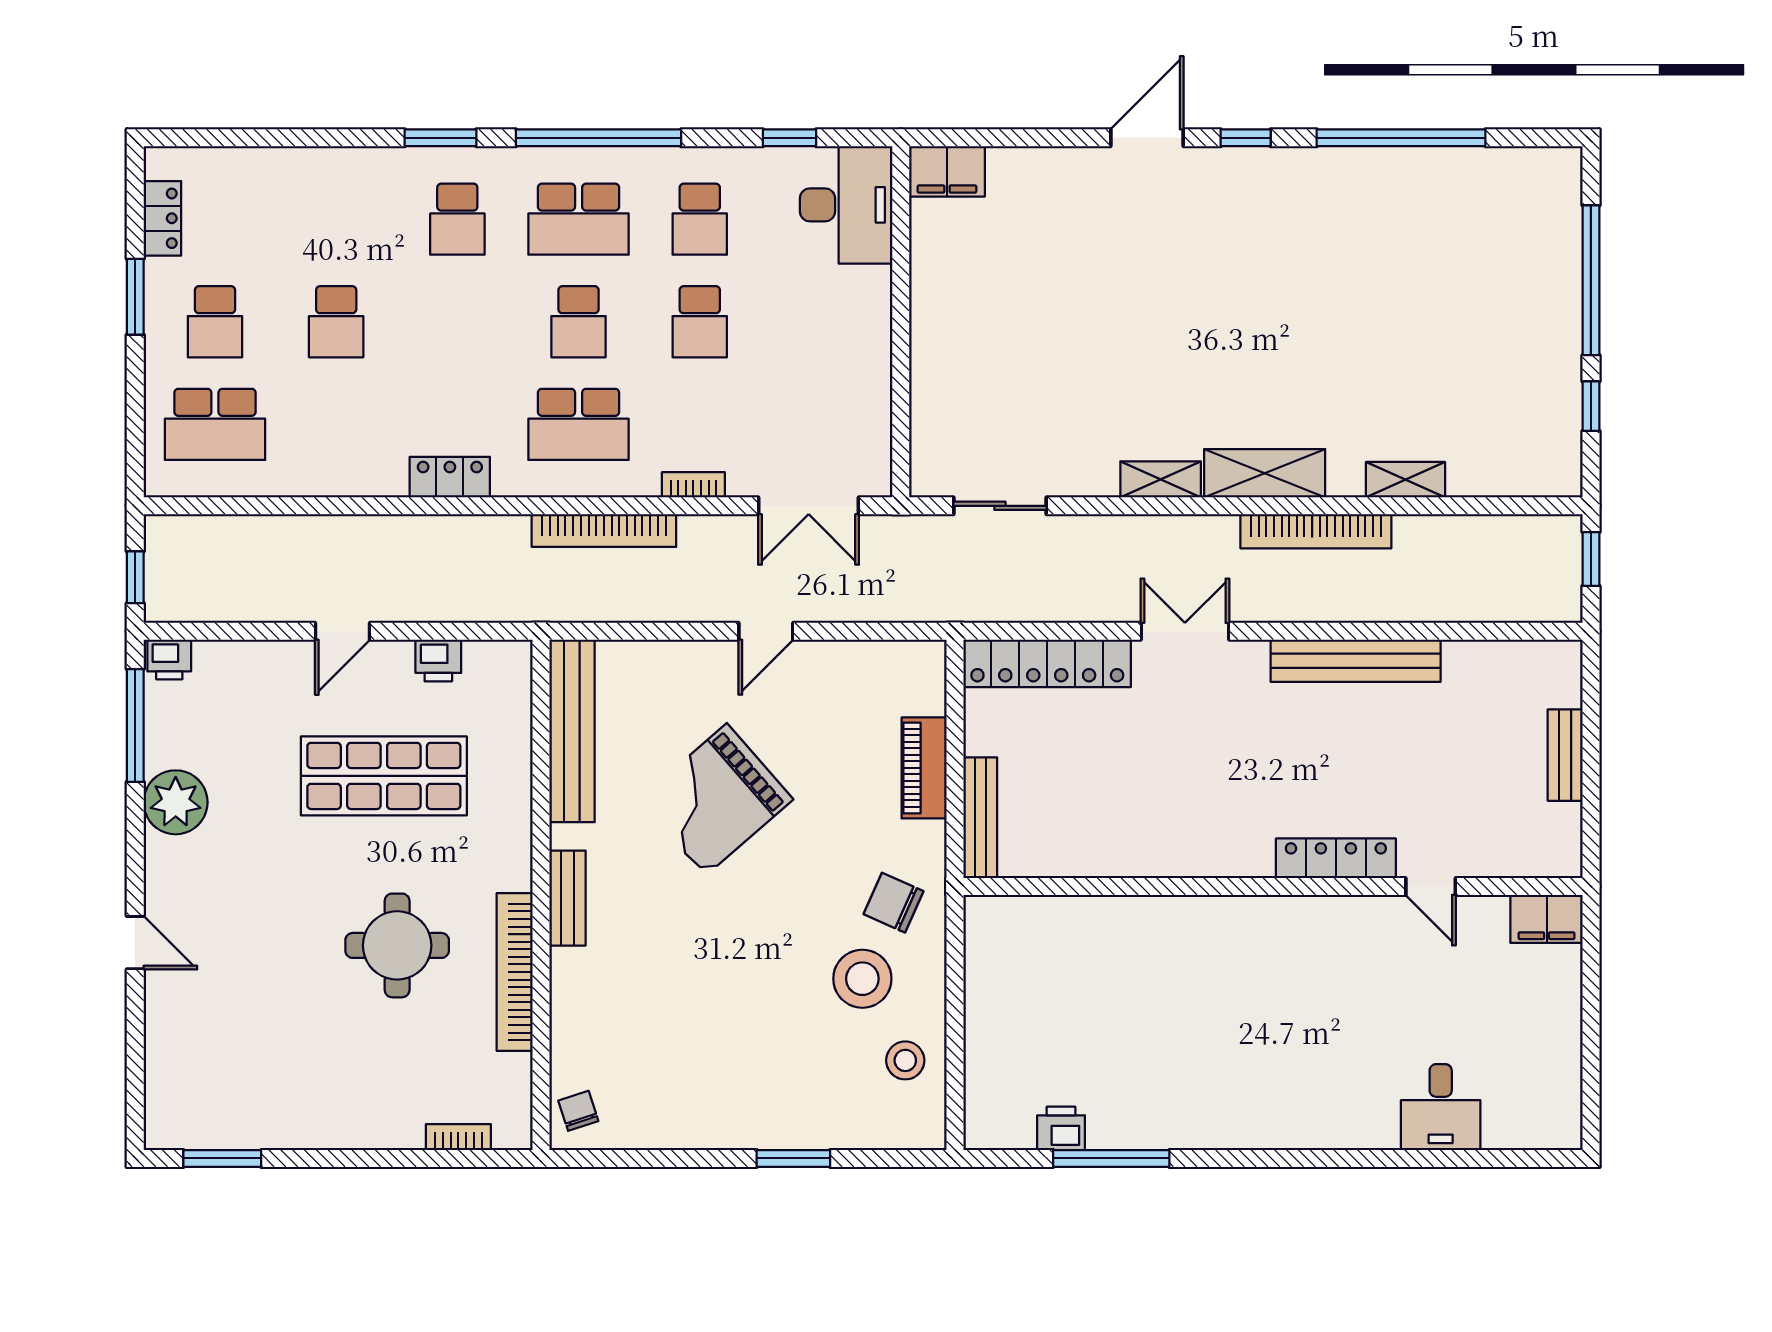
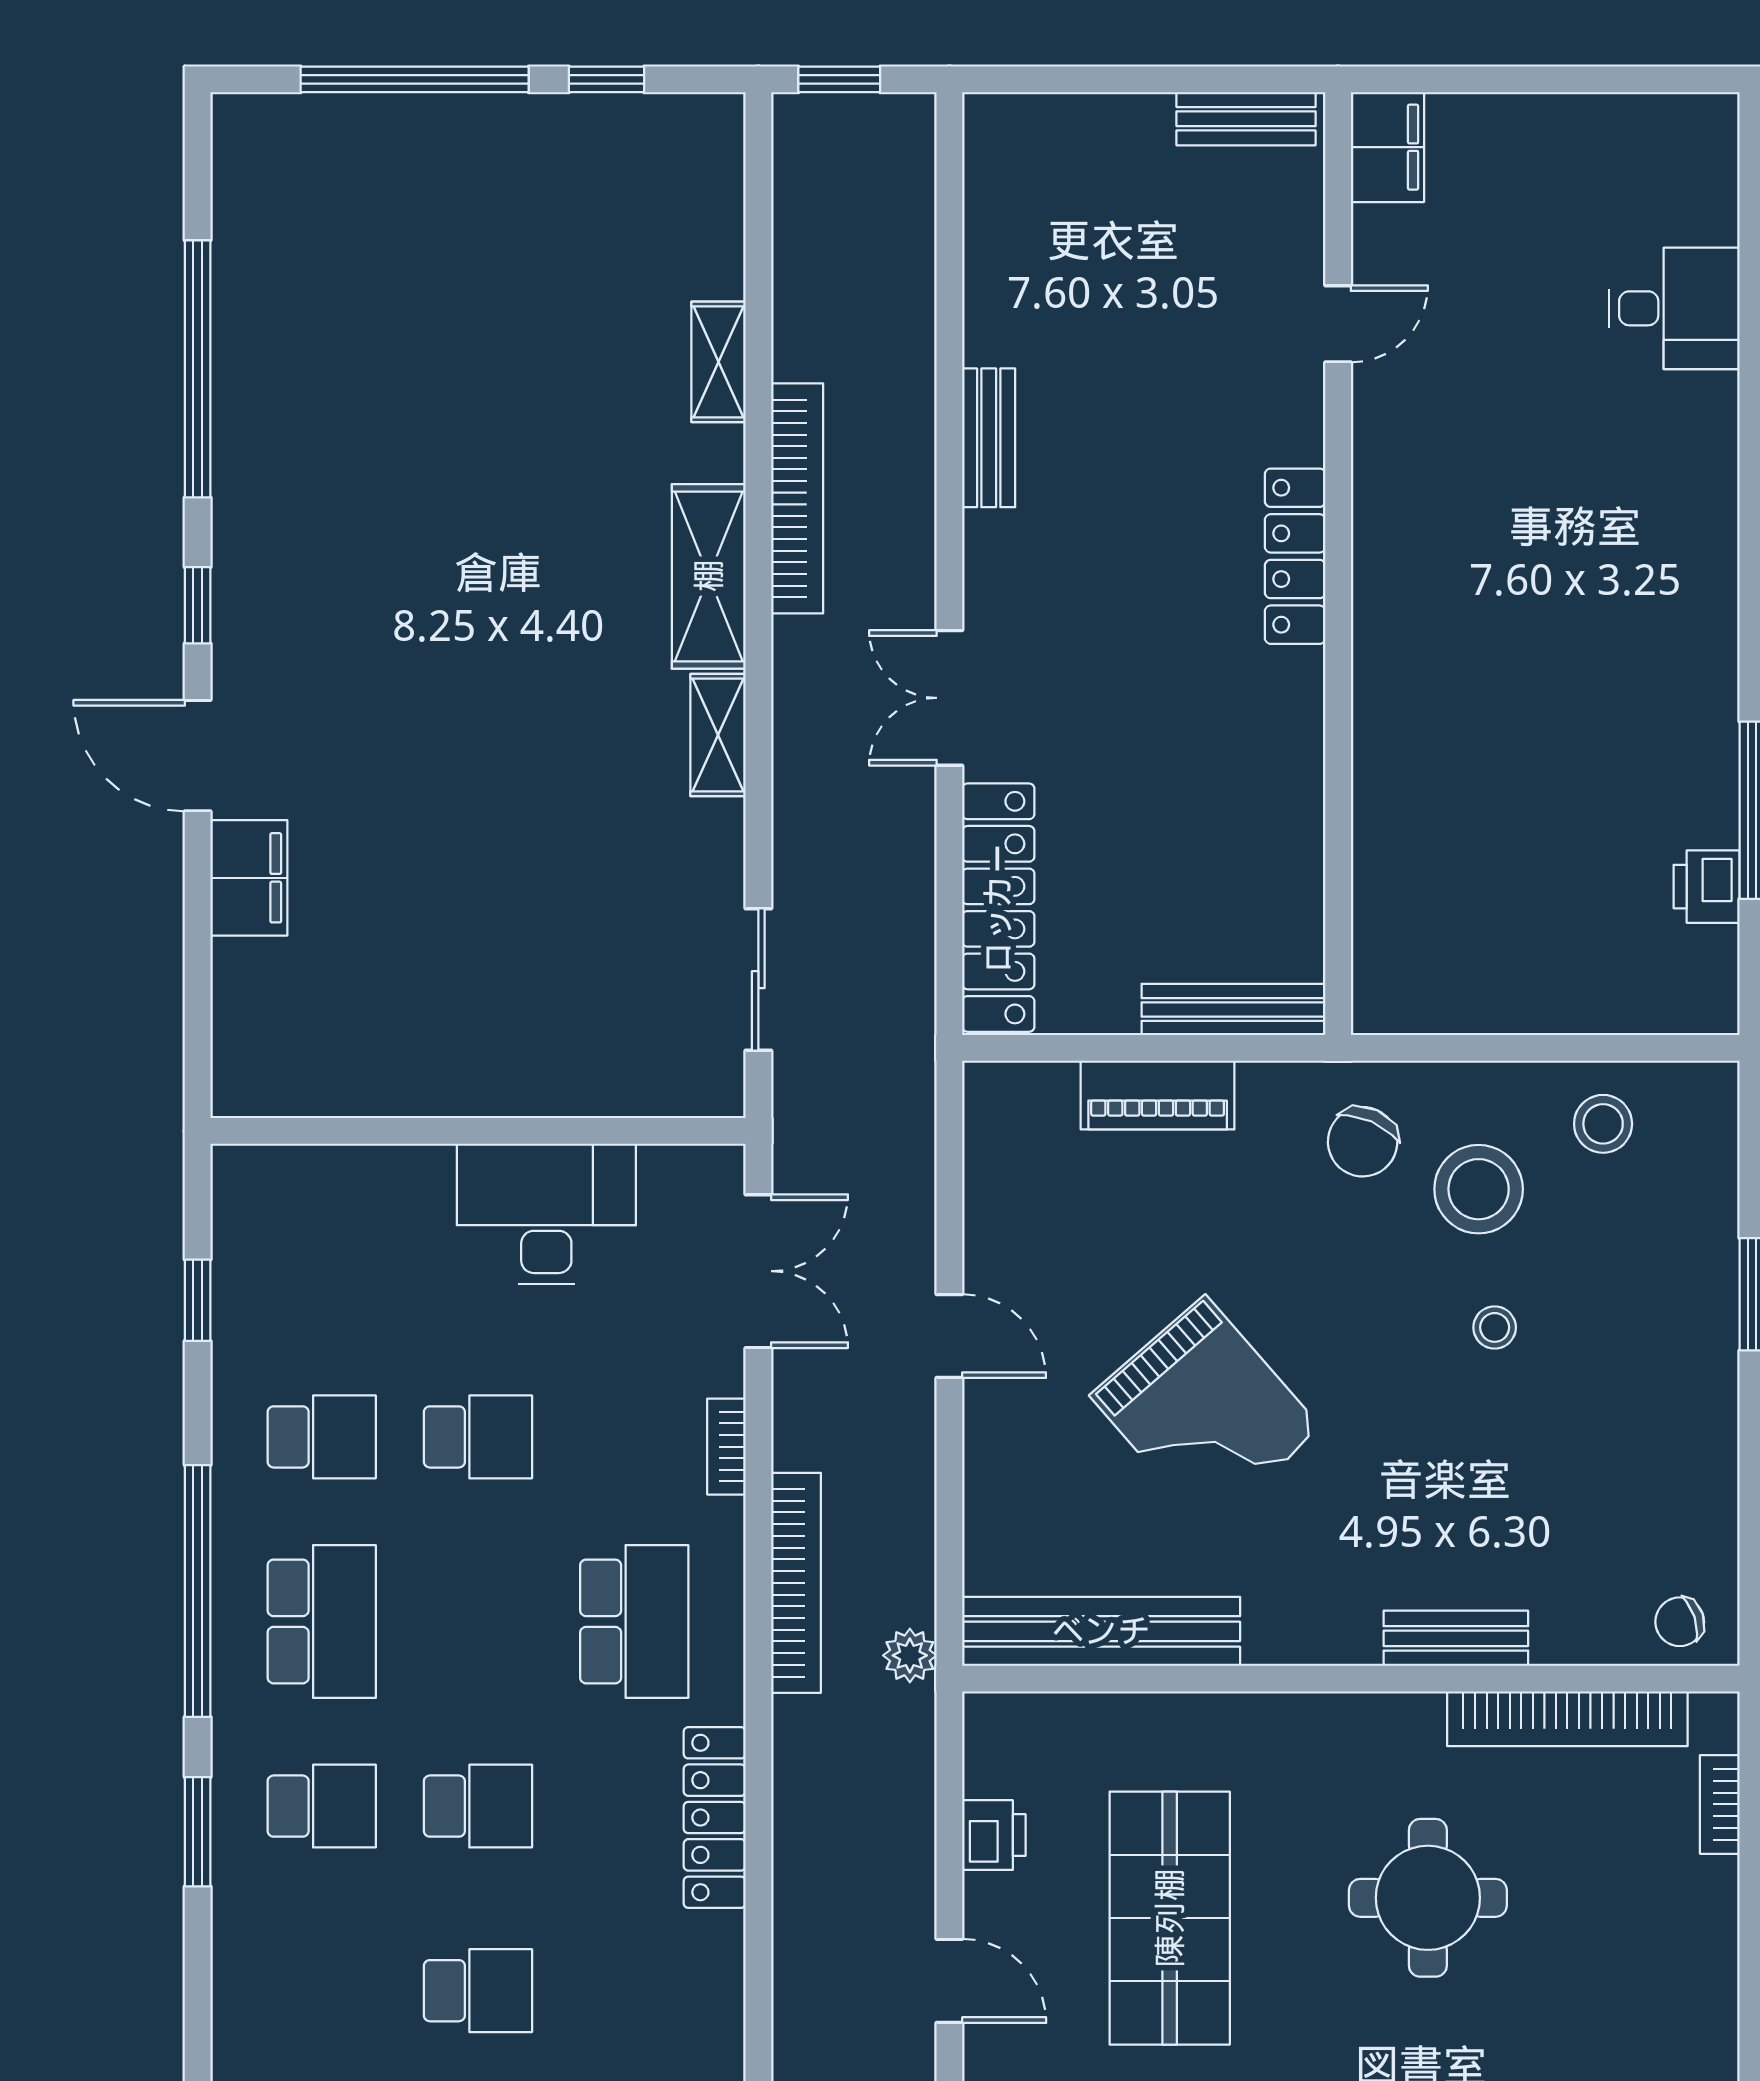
filing cabinet: (947, 171) -> (249, 878), moved
desk: (846, 205) -> (546, 1214), moved
school desk: (579, 322) -> (478, 1806), moved
locker: (450, 477) -> (715, 1818), width x1.53
plant: (556, 605) -> (910, 1655), added
bench: (1356, 661) -> (989, 438), width x0.54, depth x0.82
bench: (1565, 755) -> (1246, 119), moved
locker: (1336, 858) -> (1295, 556), moved
bench: (567, 898) -> (1456, 1638), moved
bookcase: (515, 972) -> (1567, 1719), moved
stool: (772, 989) -> (1495, 1327), added

